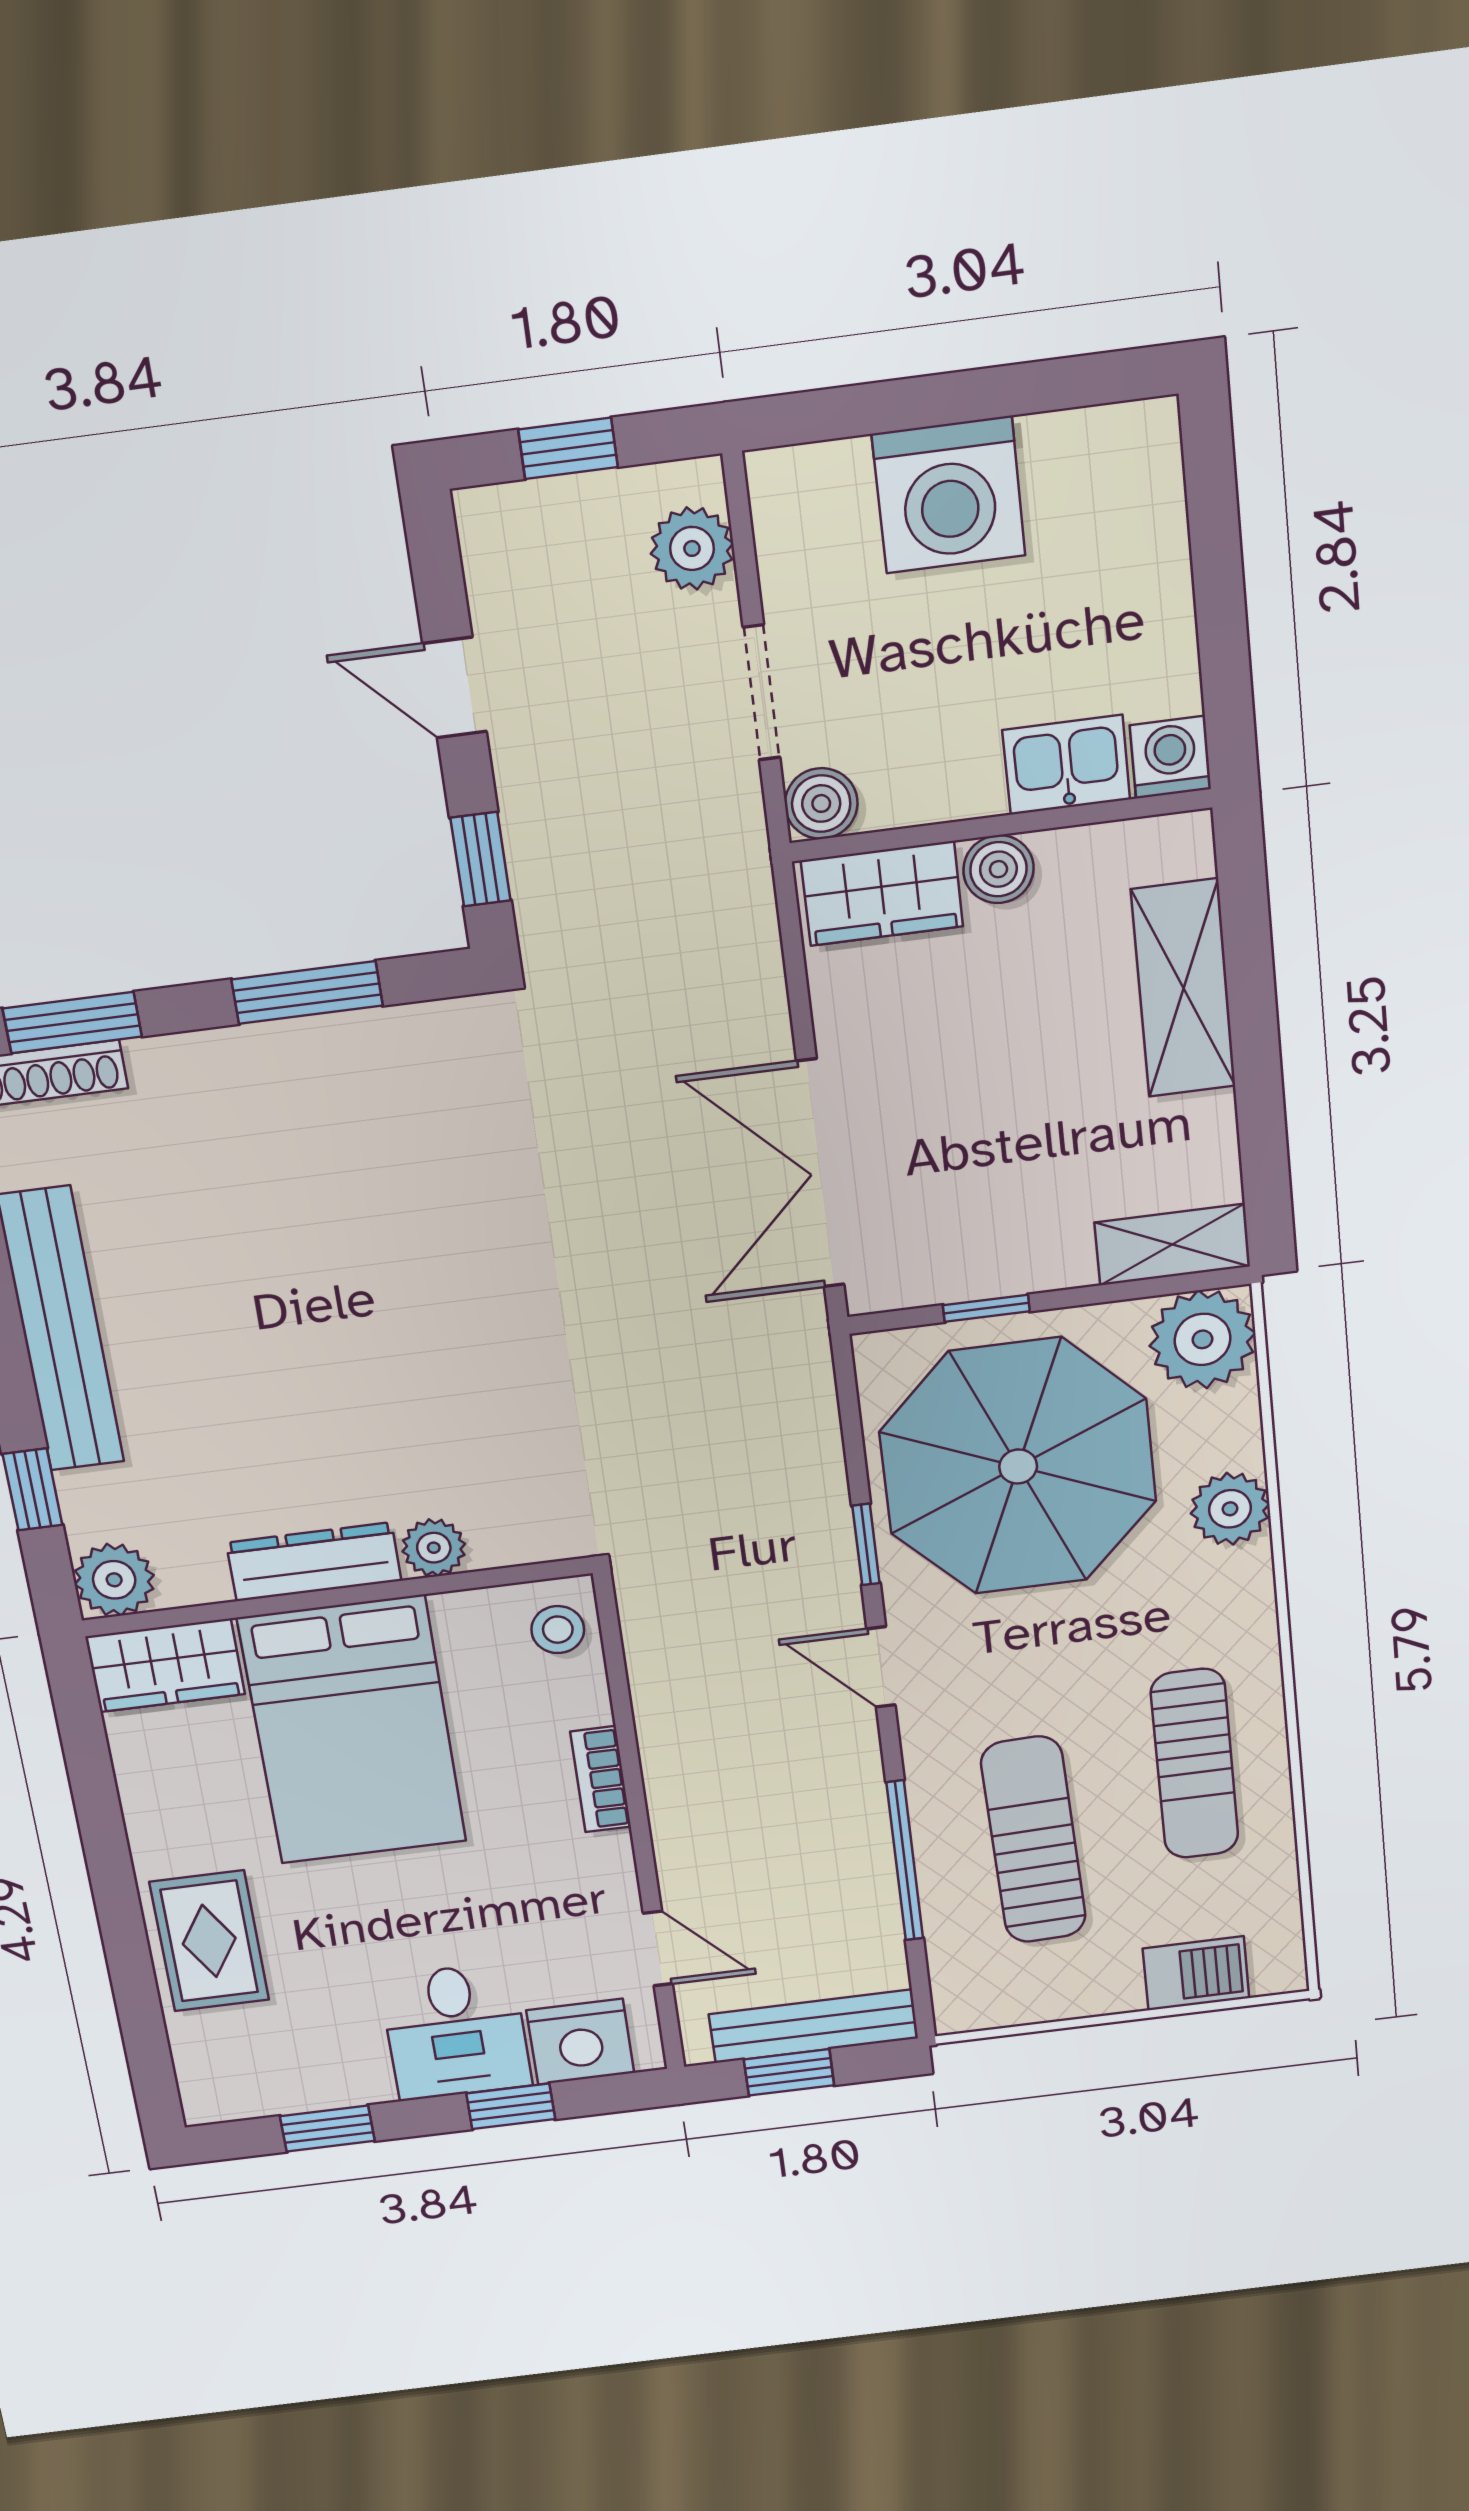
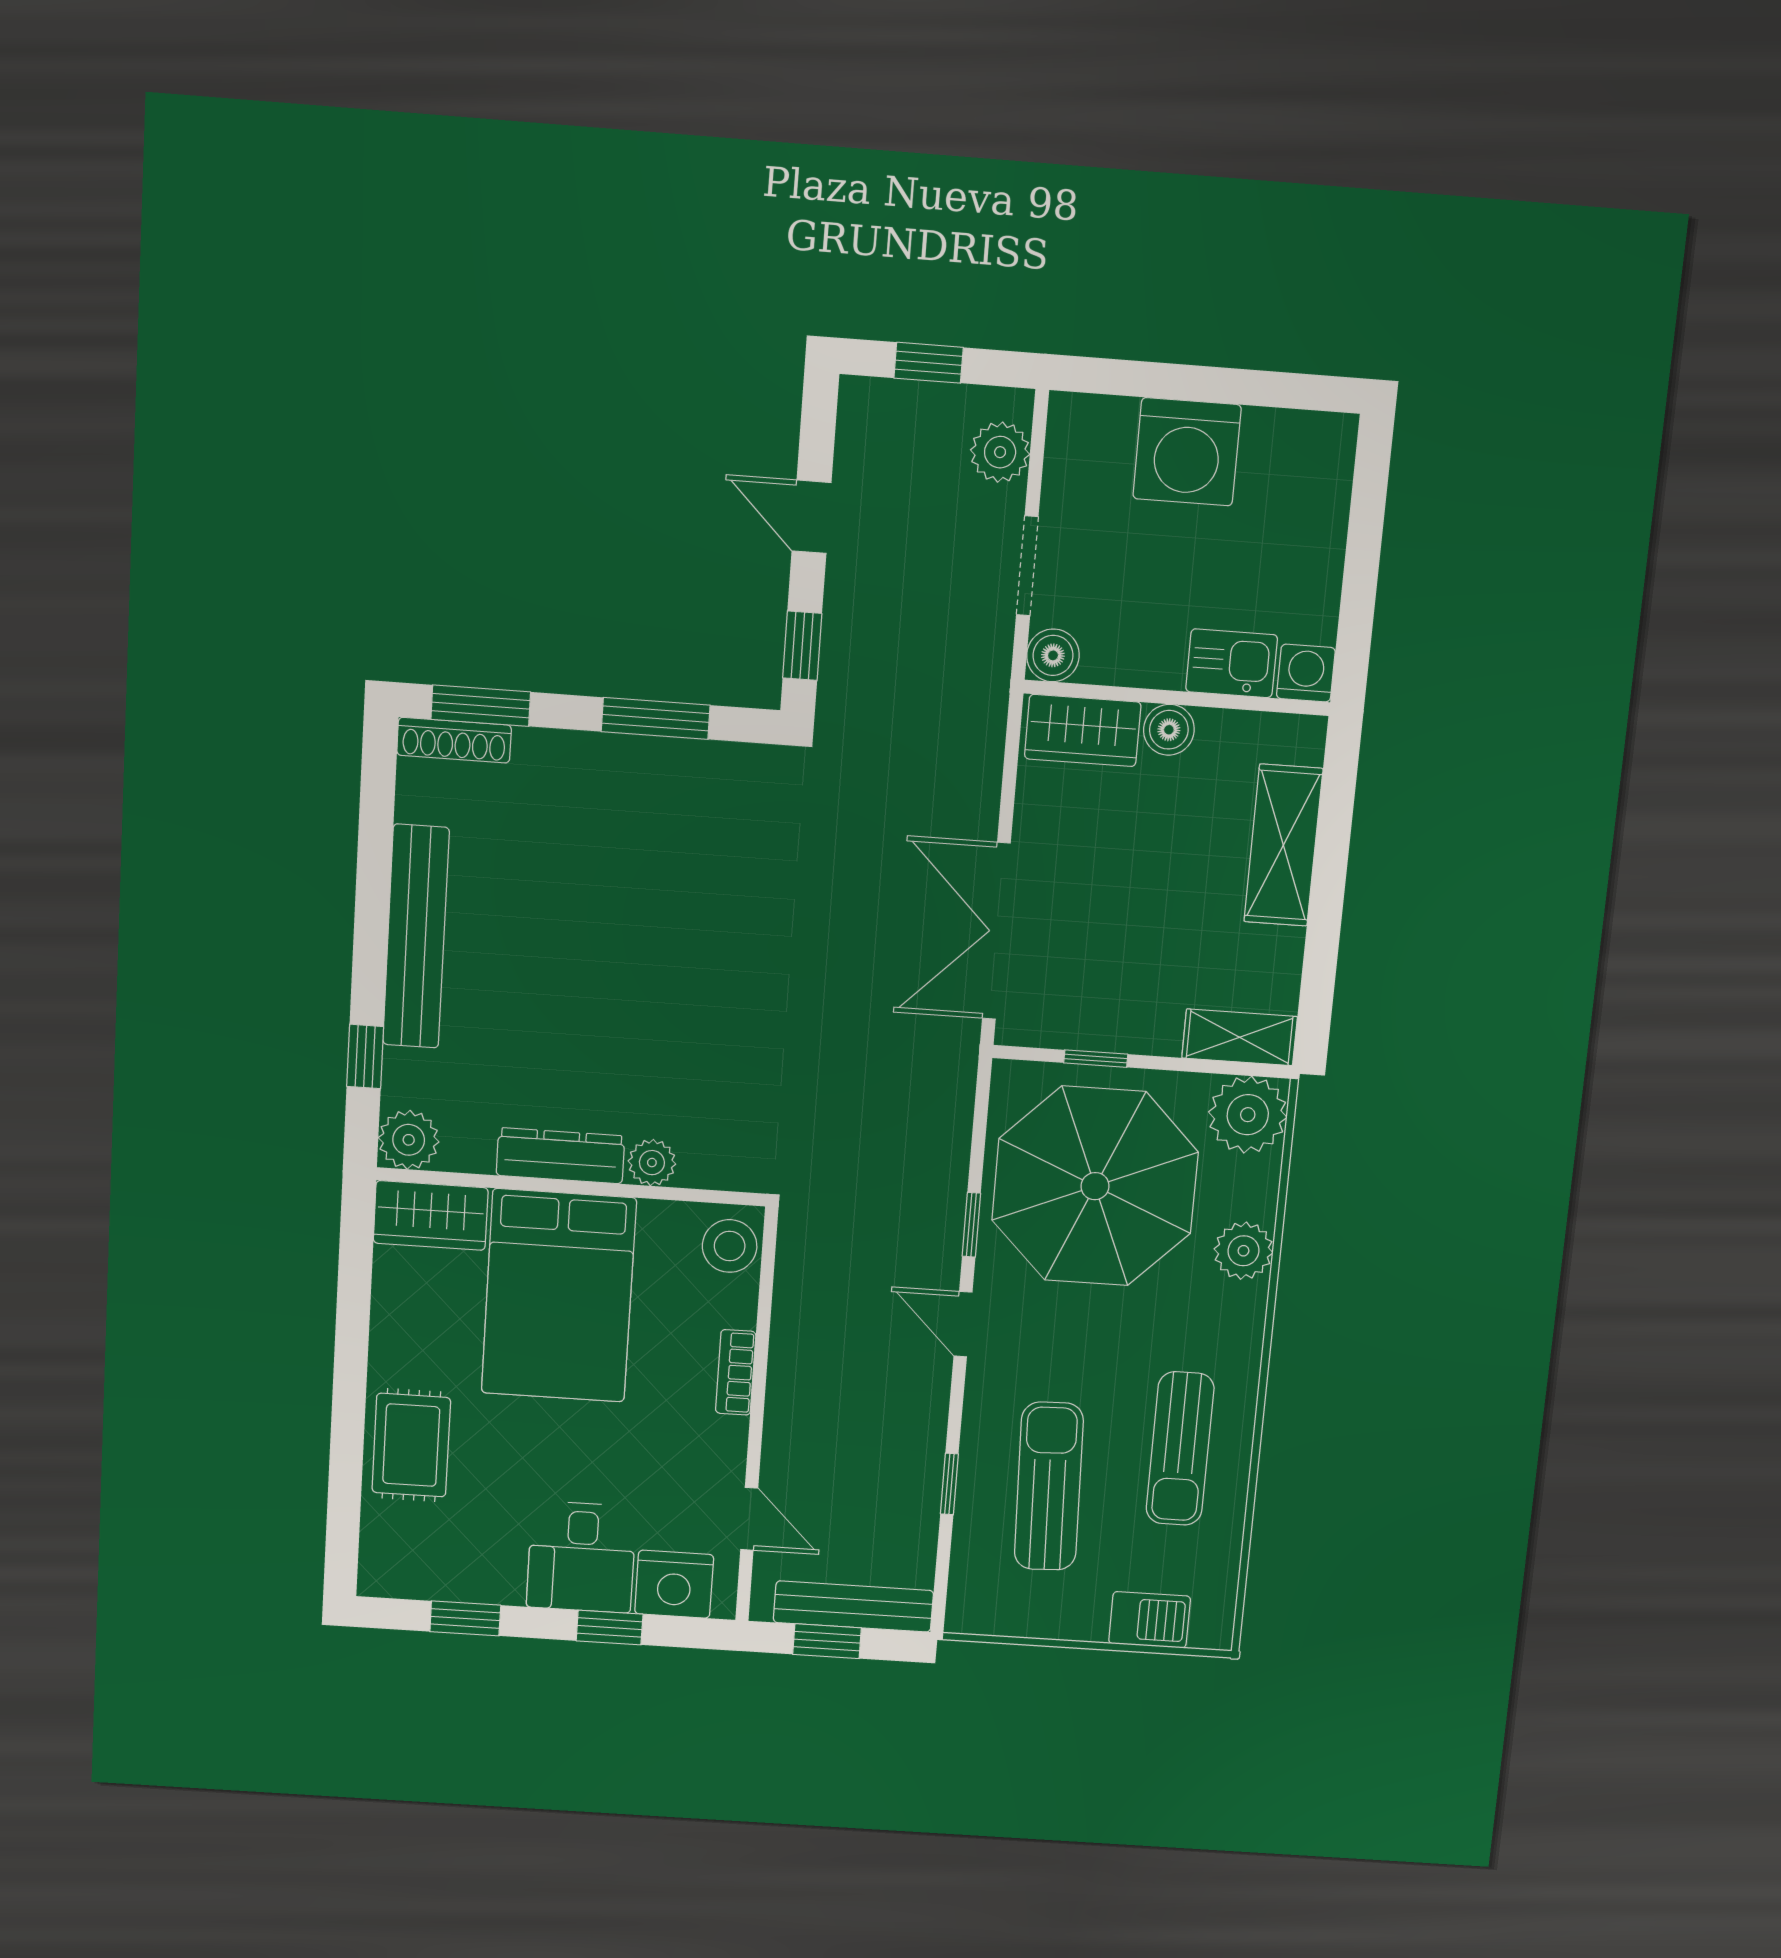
stool: (558, 1630) -> (730, 1246), width x1.37, depth x1.37
window: (905, 1861) -> (949, 1484), width x0.46

